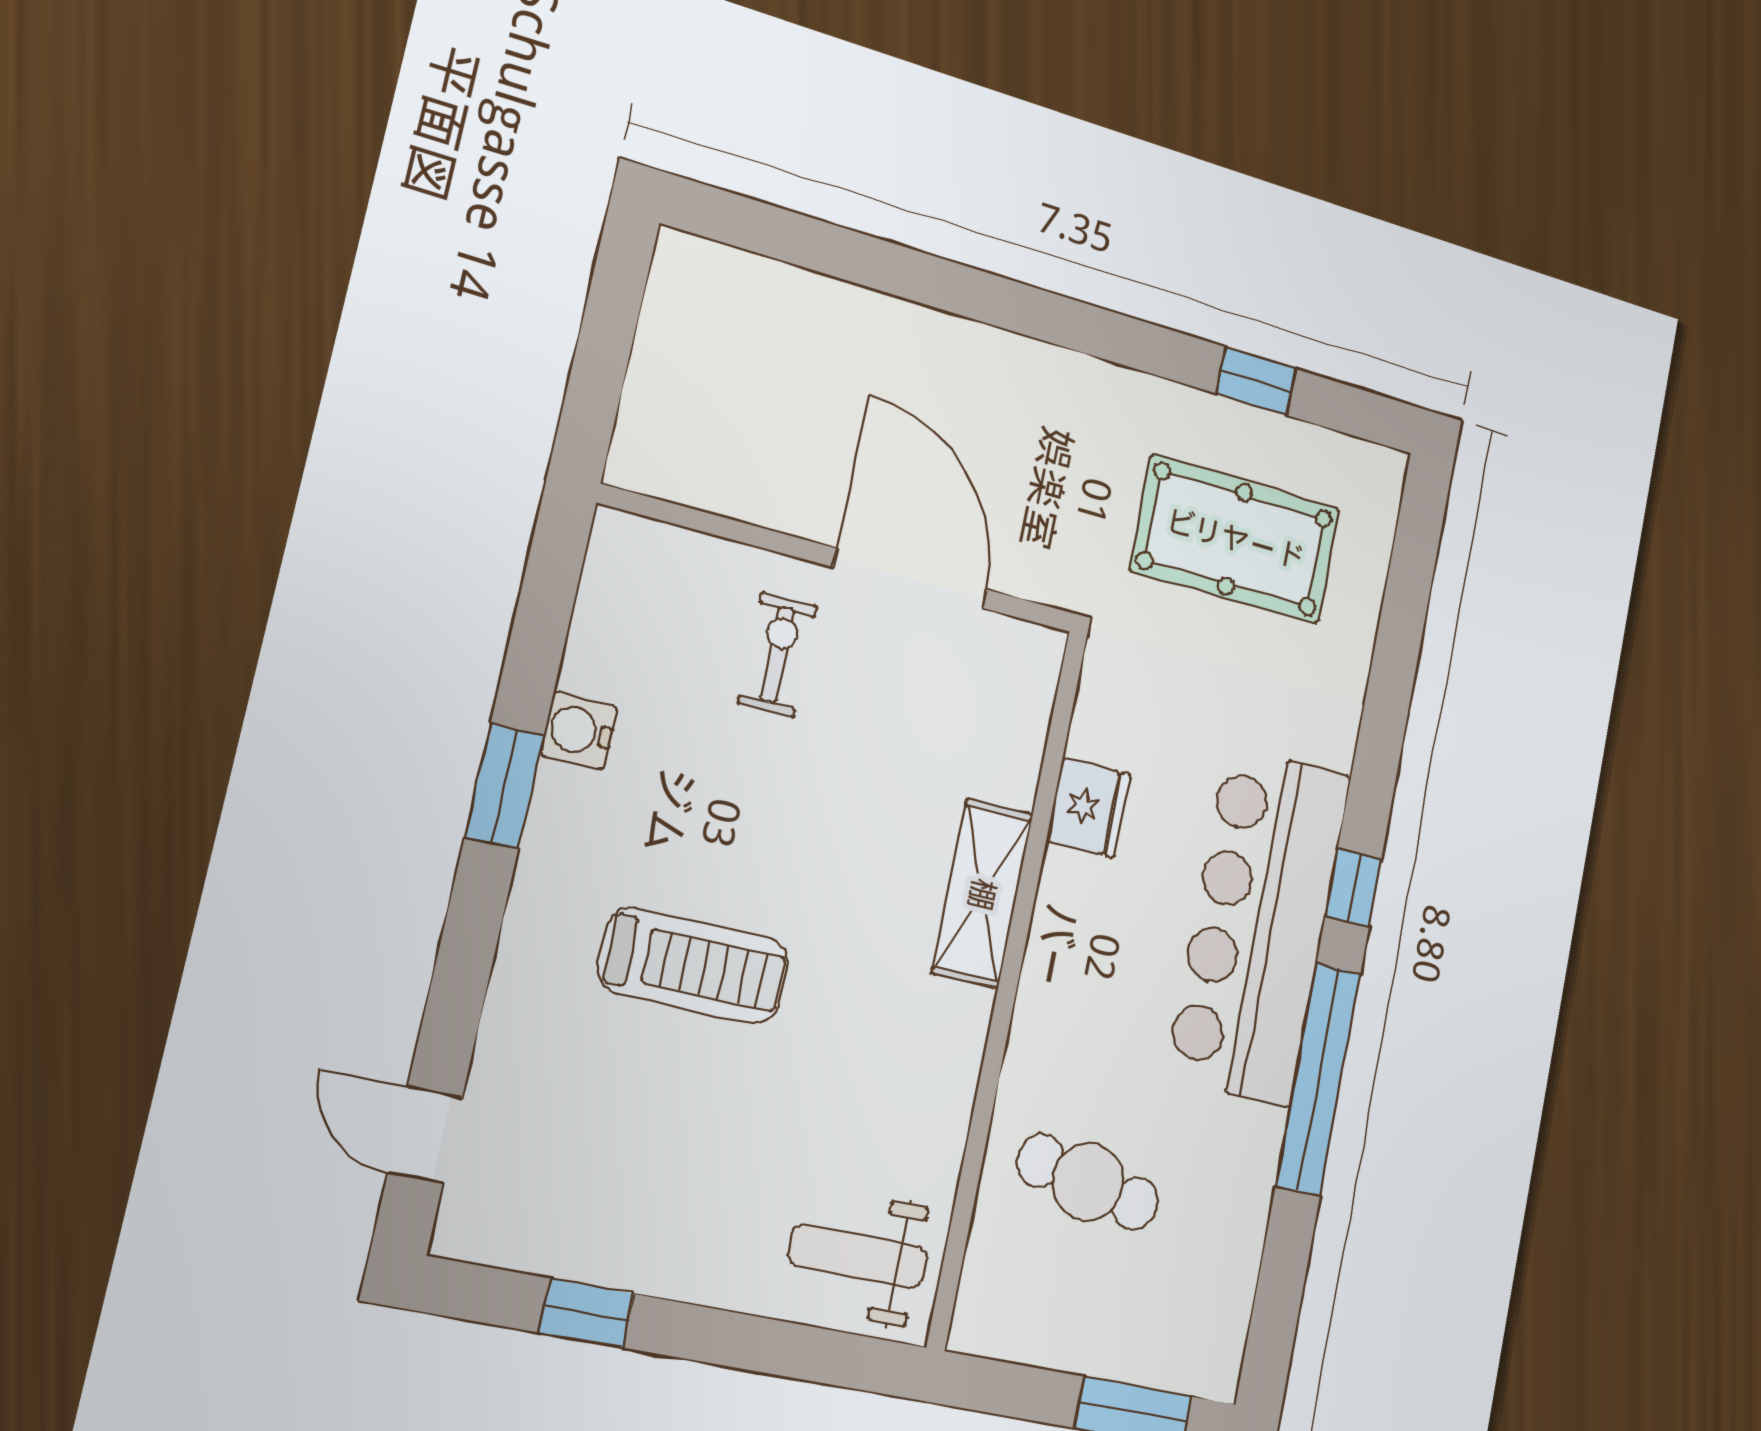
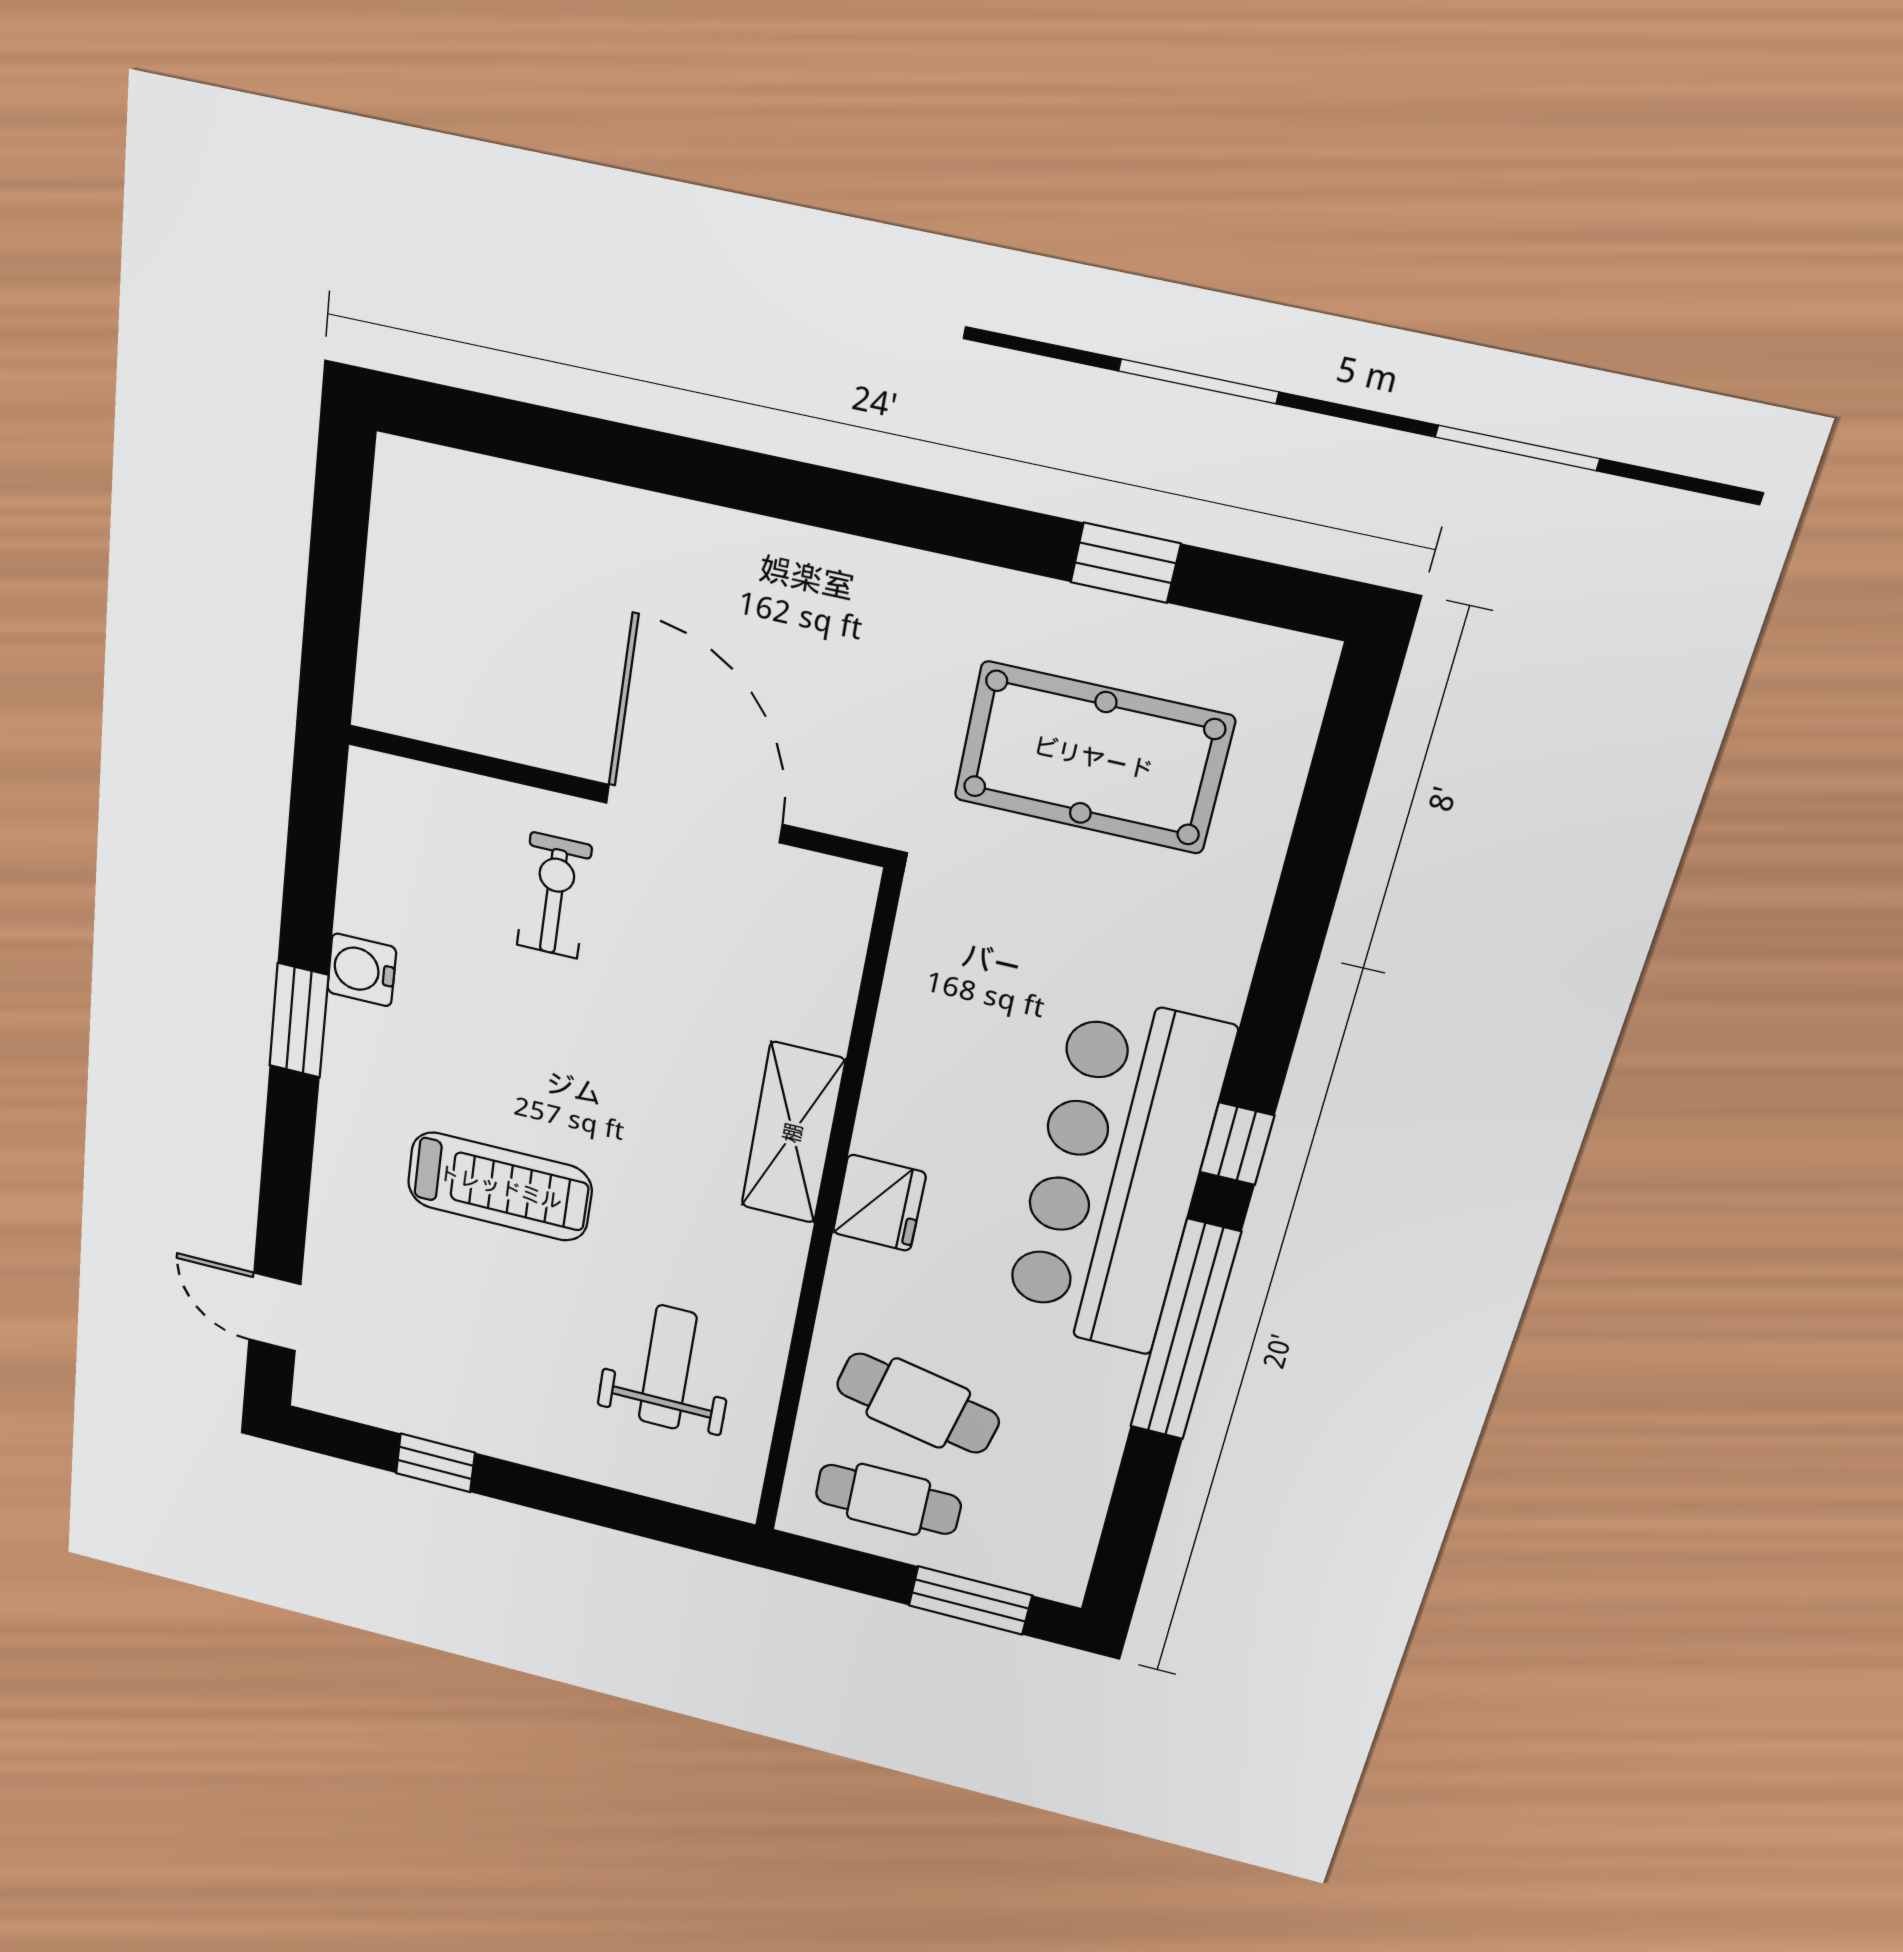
fridge: (1088, 808) -> (879, 1203), moved
weight bench: (858, 1256) -> (668, 1367), moved, turned 90
cafe table: (1058, 1299) -> (888, 1499), added

